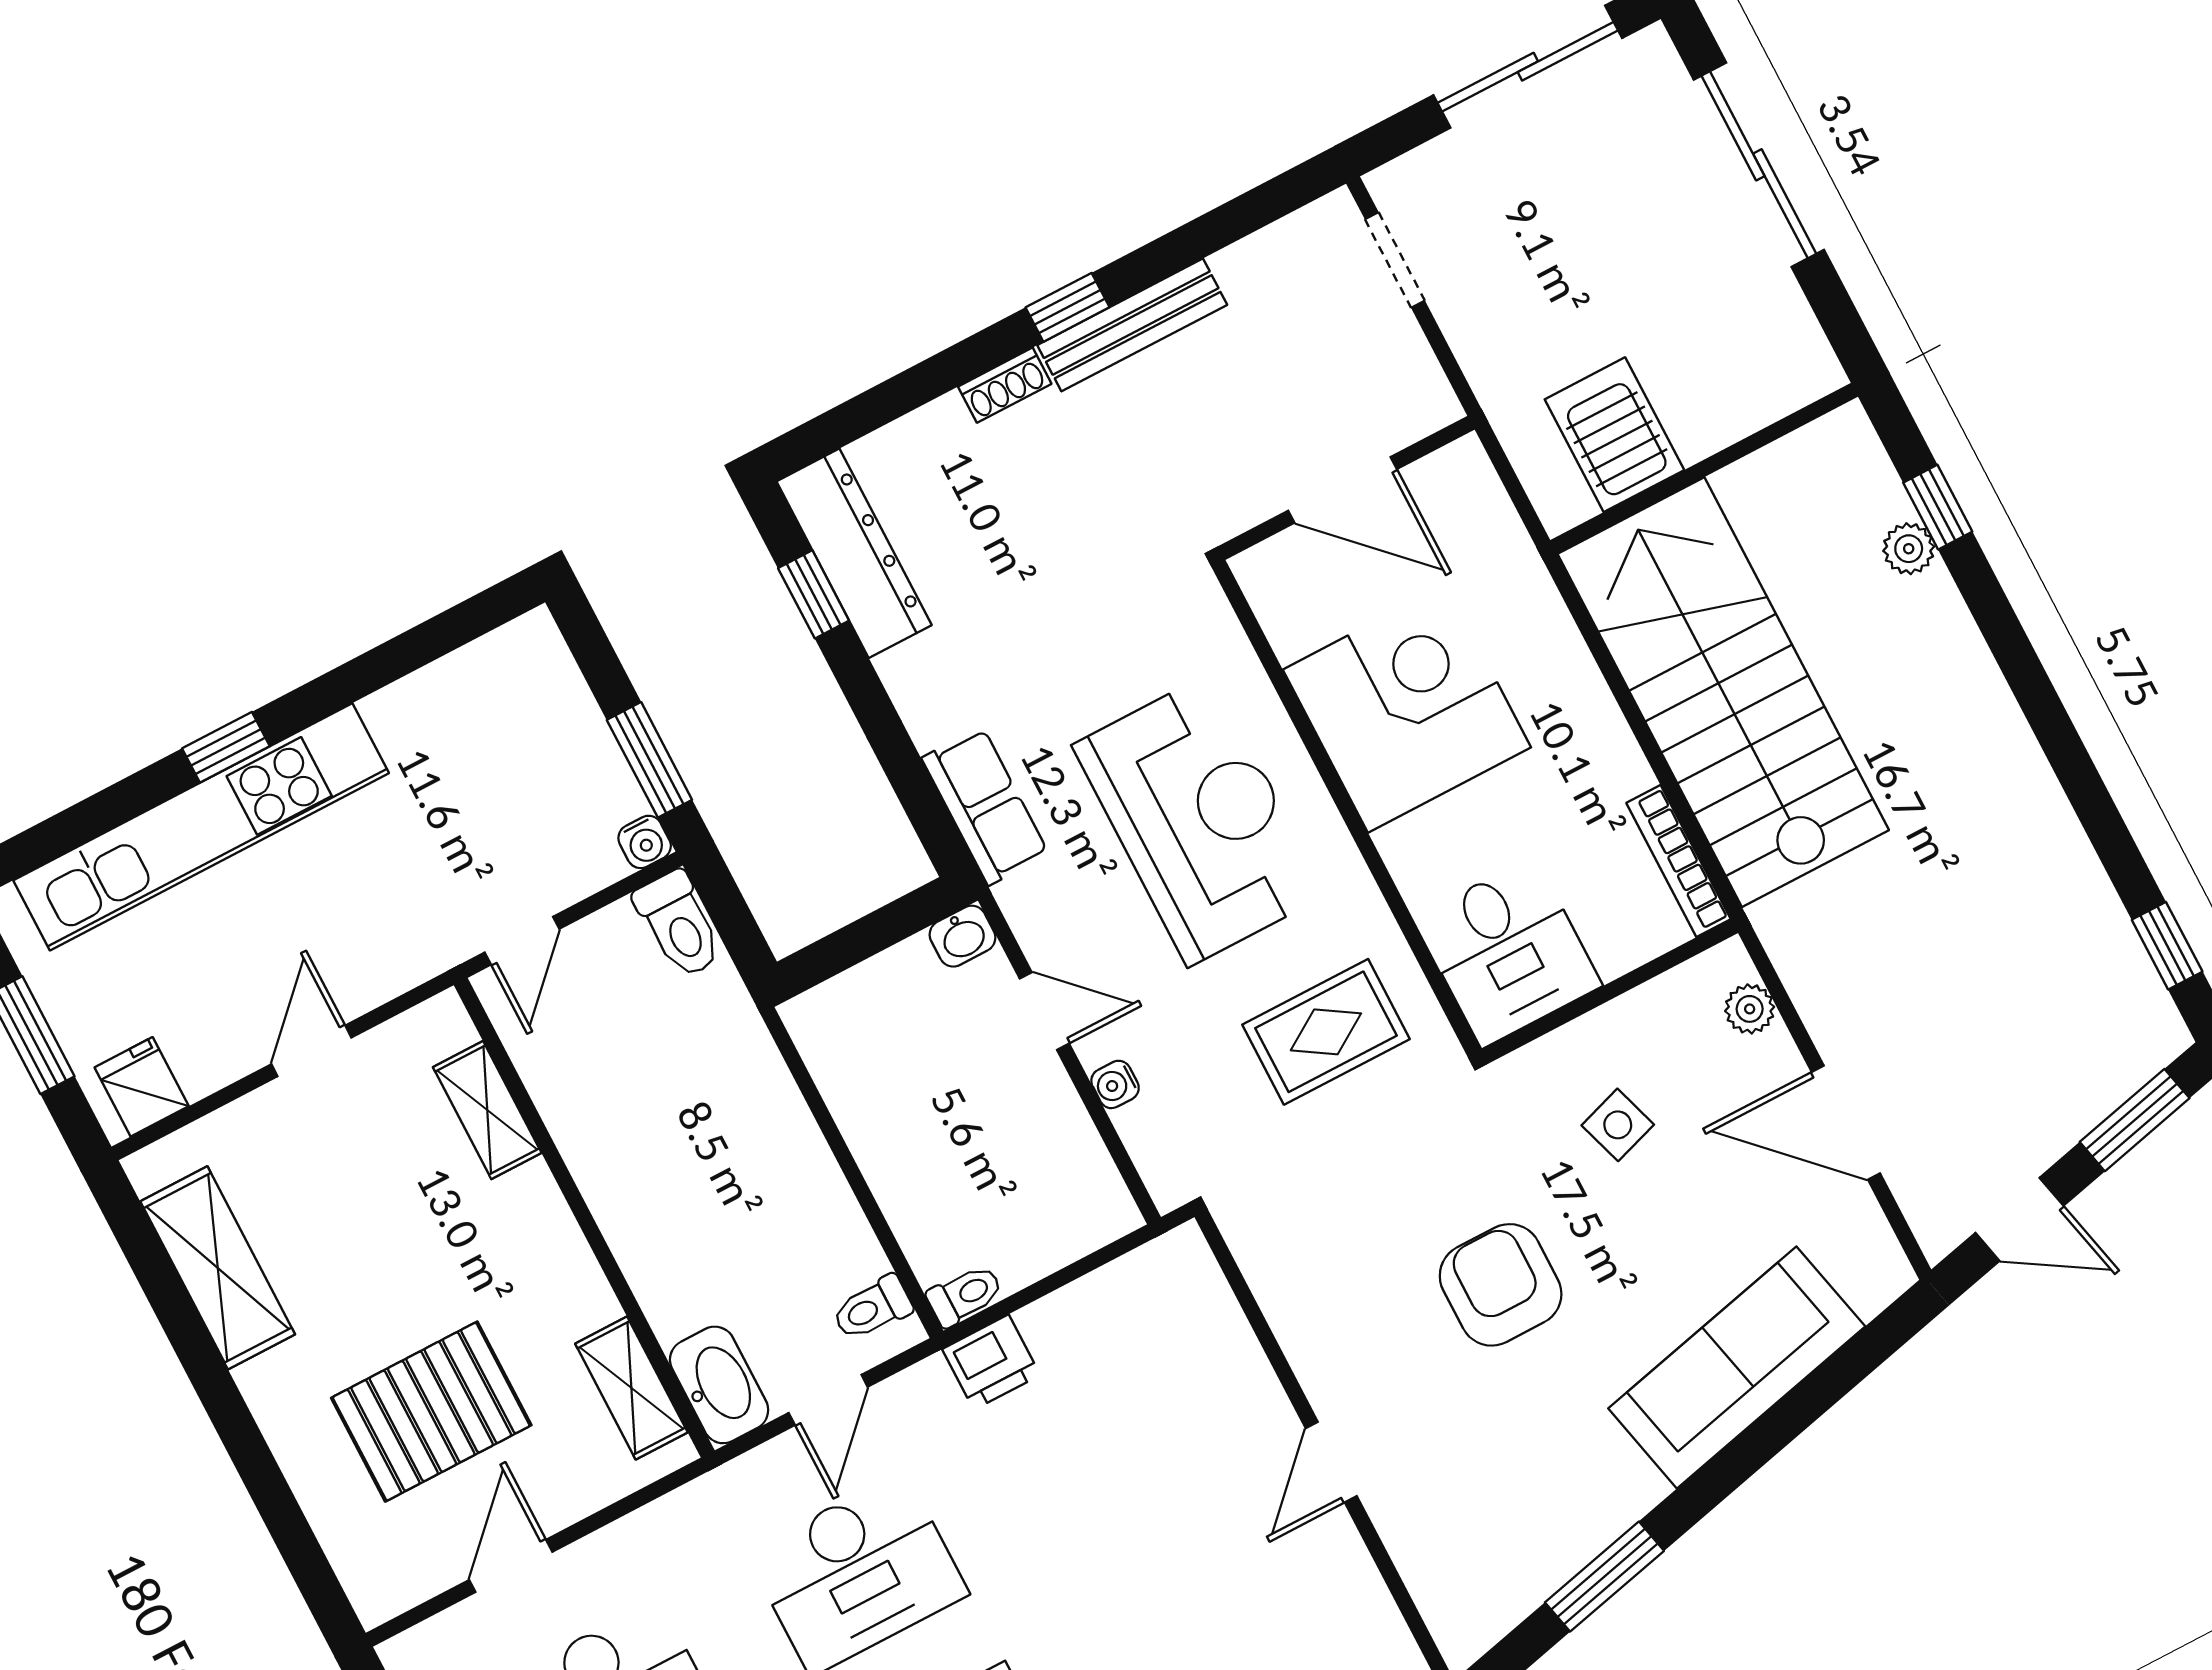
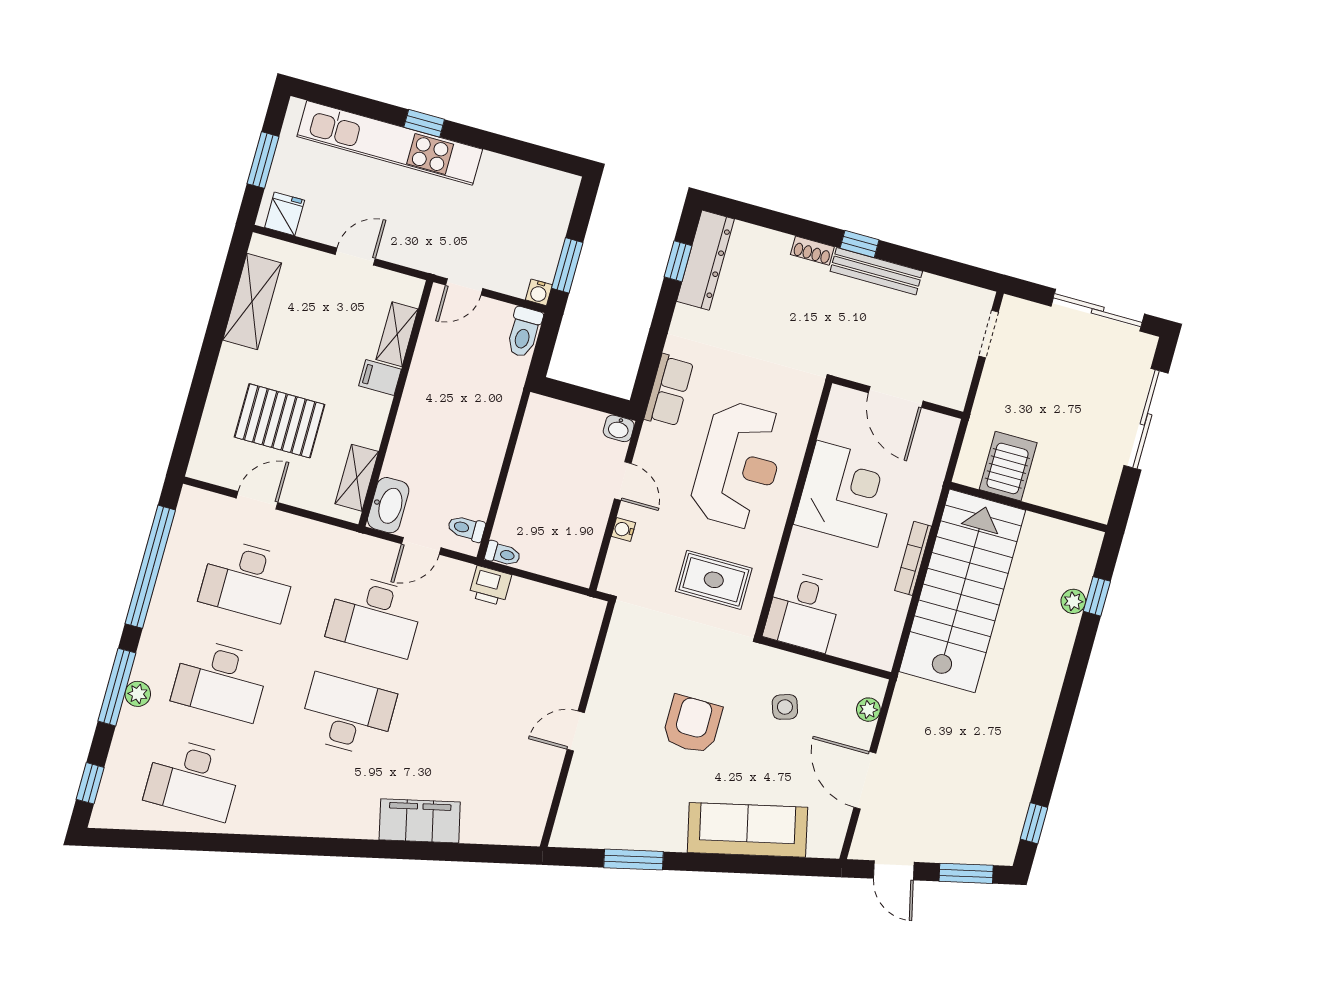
bookcase: (1678, 861) -> (913, 558), moved
filing cabinet: (523, 1201) -> (380, 378), added

